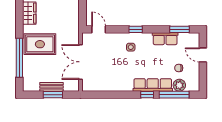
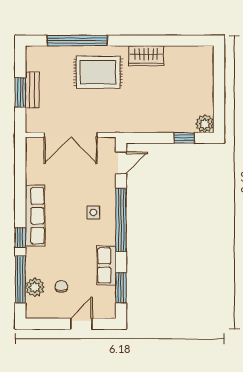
window: (136, 29) -> (121, 220), width x3.17
rug: (40, 44) -> (98, 72), turned 90
double door: (81, 62) -> (71, 135), swing flipped
row of seats: (153, 85) -> (35, 216), moved

